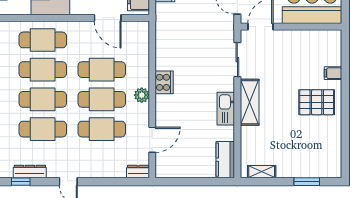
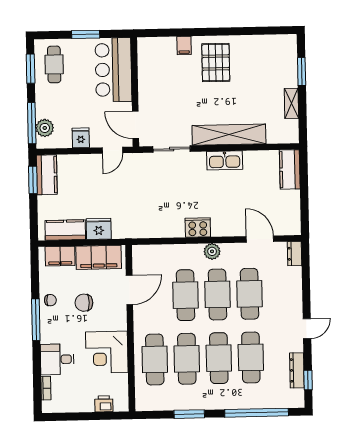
shelving: (250, 102) -> (229, 135), width x1.47
kitchen counter: (225, 160) -> (290, 169), moved, turned 90
shelving: (262, 172) -> (291, 103), moved

